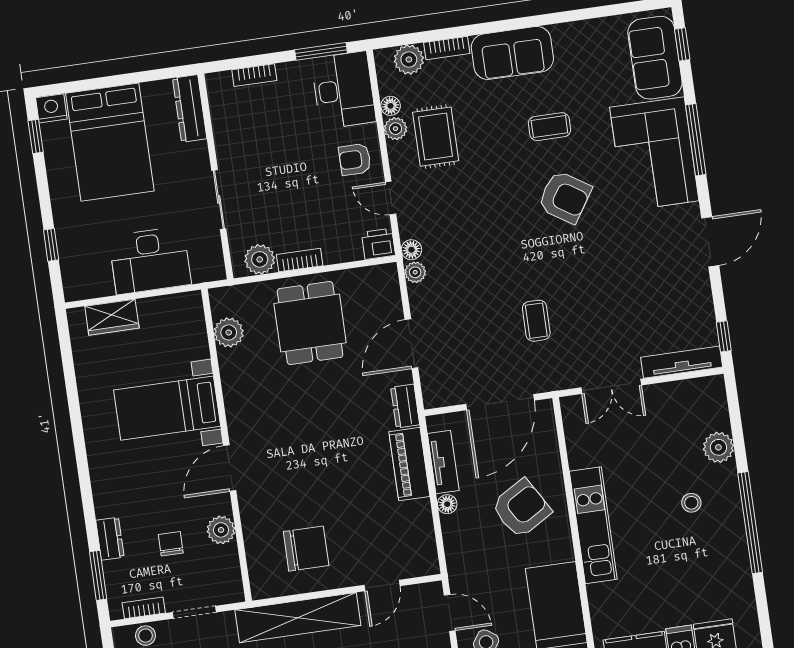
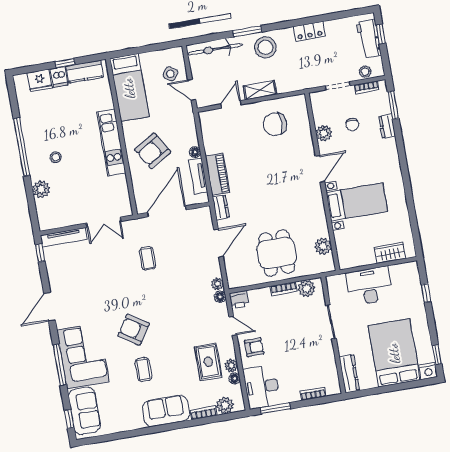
coffee table: (549, 127) -> (143, 370), turned 90
double door: (611, 386) -> (104, 222), swing flipped
shelving: (298, 618) -> (260, 90), width x0.45, depth x0.75

